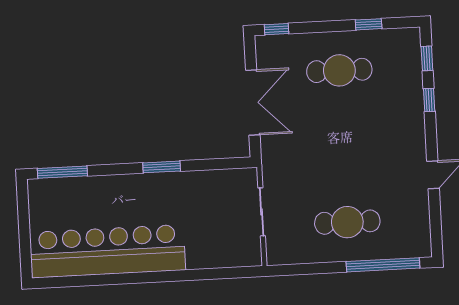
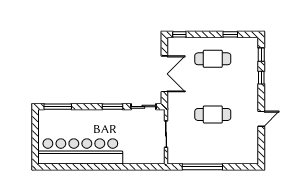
sliding door: (218, 164) -> (143, 107), added
cafe table: (347, 222) -> (213, 114), moved
window: (383, 265) -> (202, 167), moved

